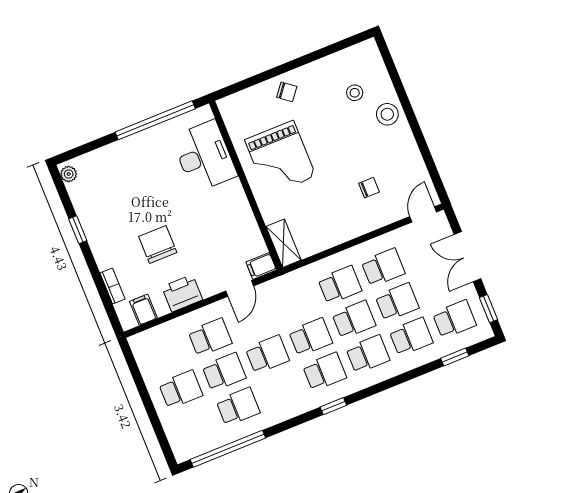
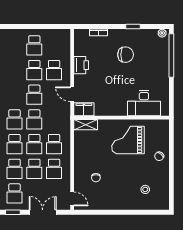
stool: (387, 114) -> (128, 201), removed
window: (155, 120) -> (171, 56), moved
chair: (158, 244) -> (126, 55), moved
filing cabinet: (261, 266) -> (84, 109), width x2.00
filing cabinet: (143, 310) -> (81, 43), removed
school desk: (238, 407) -> (14, 70), removed

